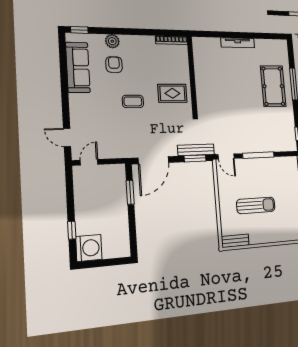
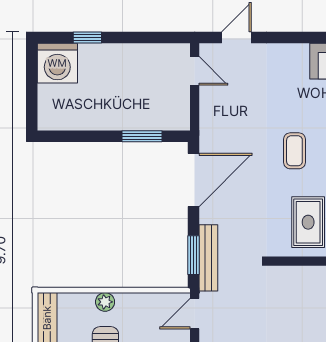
door: (153, 160) -> (193, 180), swing flipped
plant: (224, 208) -> (105, 302), added

